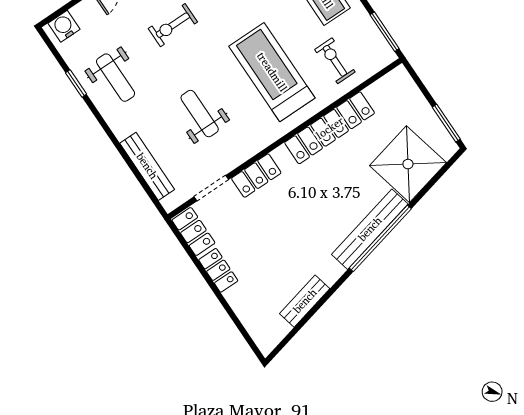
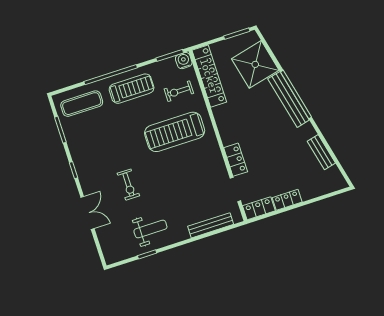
water cooler: (64, 26) -> (184, 61), moved, turned 90
weight bench: (200, 114) -> (187, 184), removed
locker: (330, 128) -> (209, 76), moved

